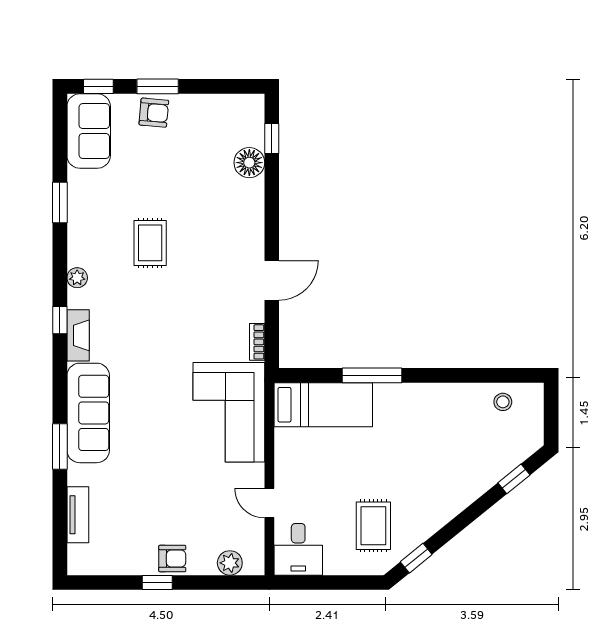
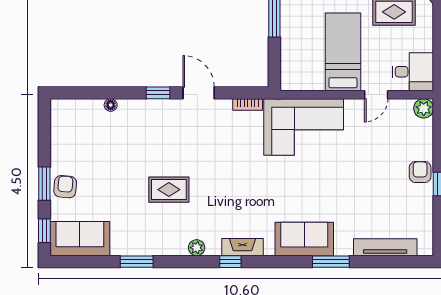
window: (272, 138) -> (158, 93), moved
floor lamp: (249, 163) -> (111, 105), width x0.53, depth x0.53
bed: (323, 405) -> (343, 52), moved
sofa: (88, 413) -> (304, 239), width x0.73
tv unit: (78, 515) -> (385, 247), width x1.41
plant: (230, 563) -> (424, 108), moved

